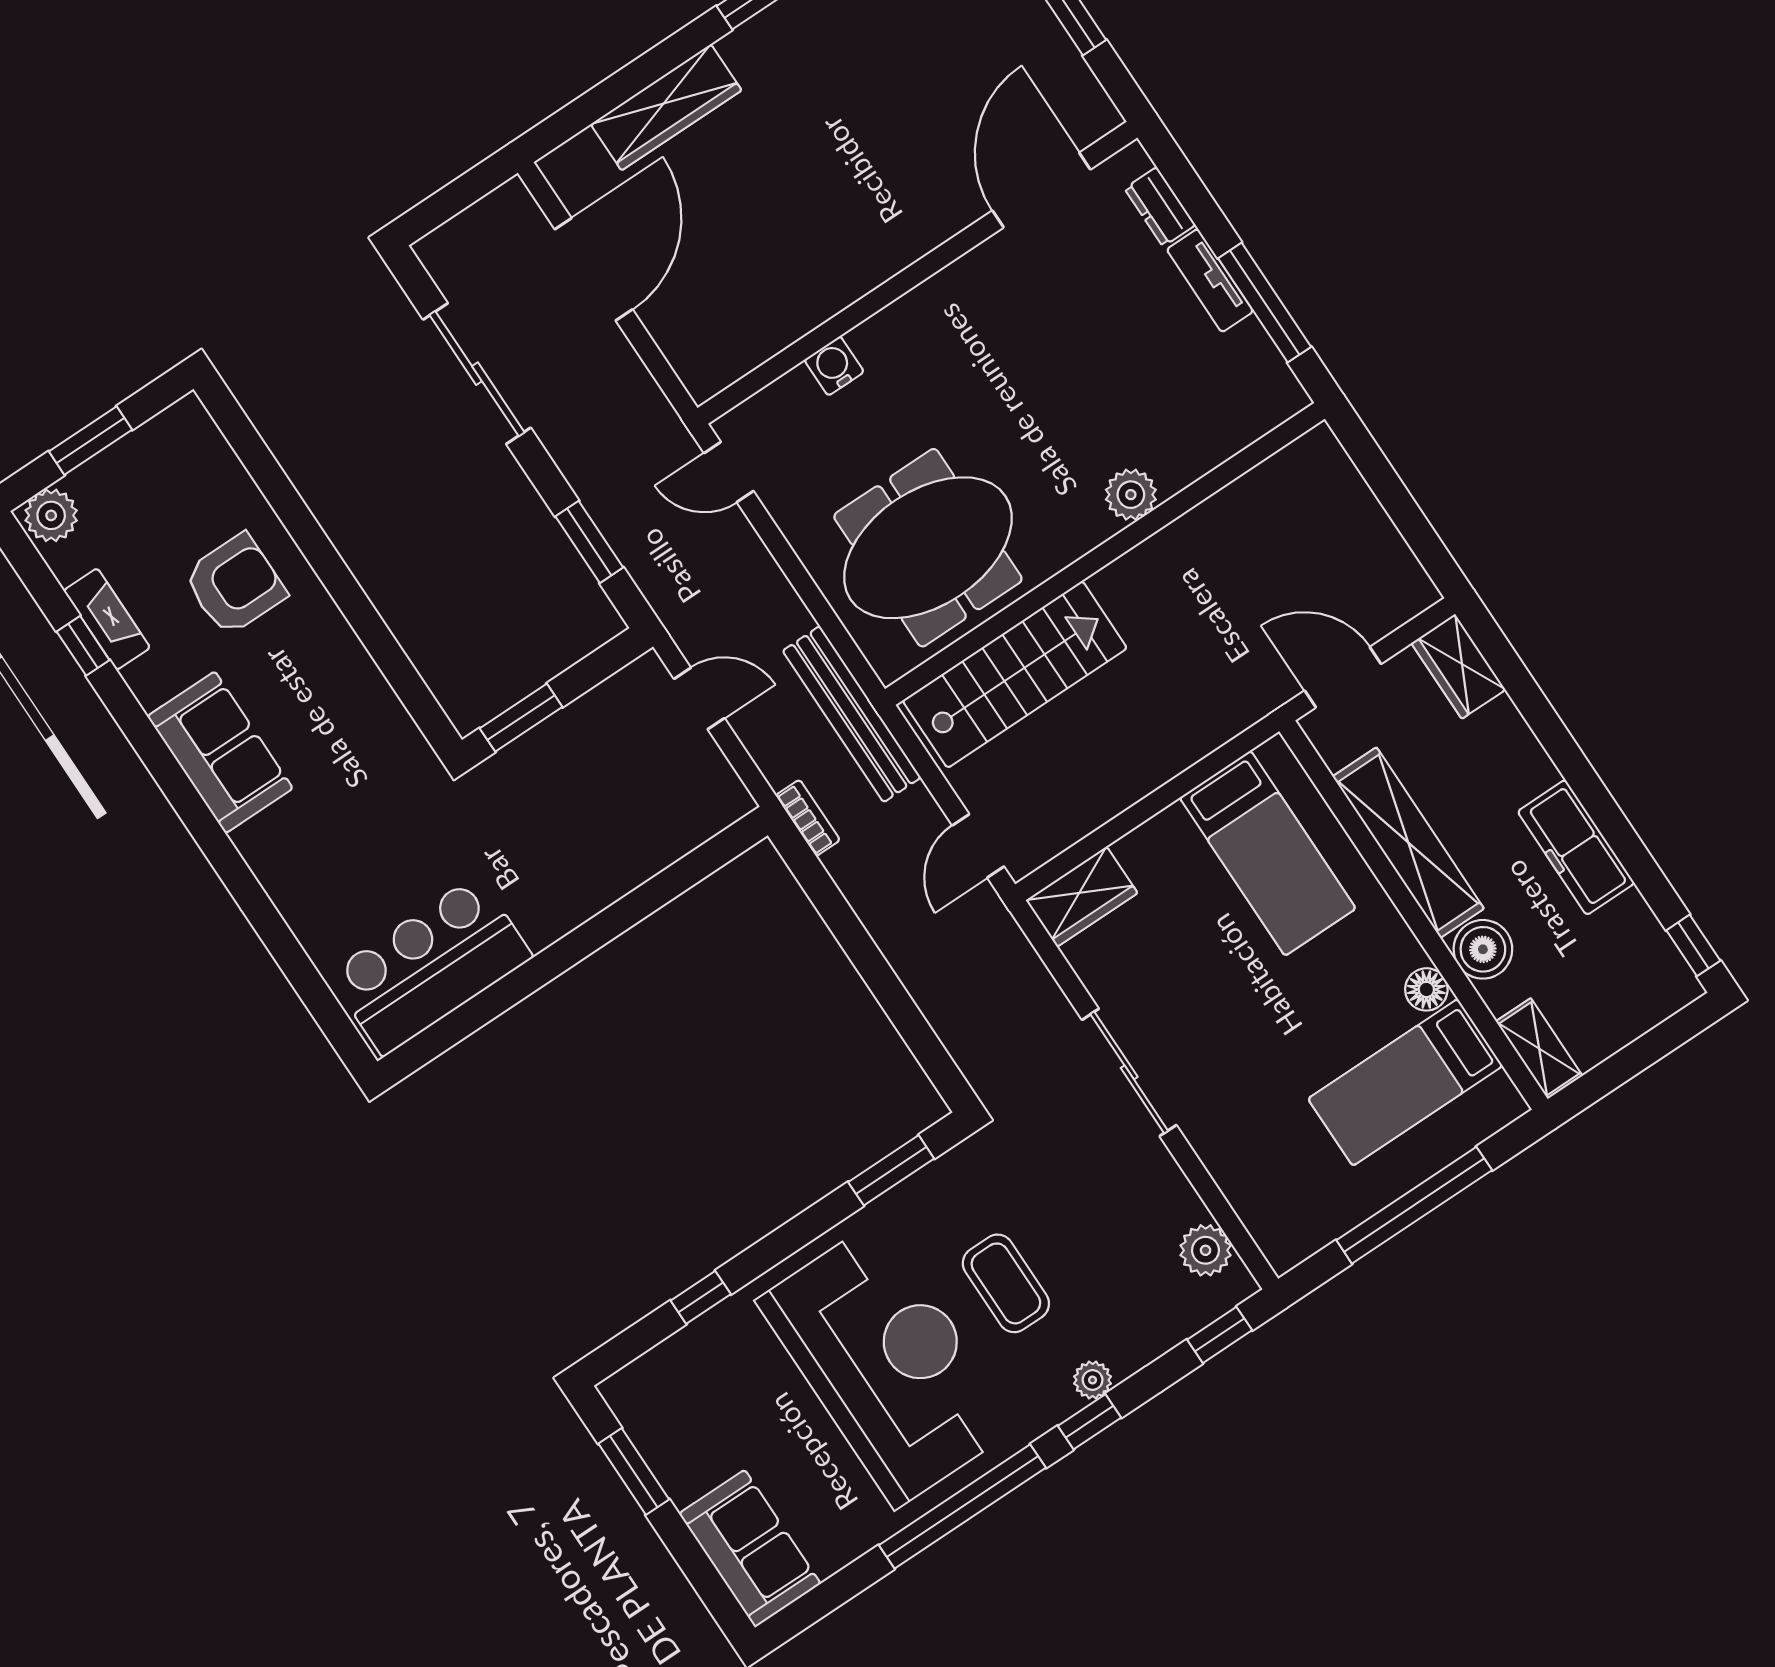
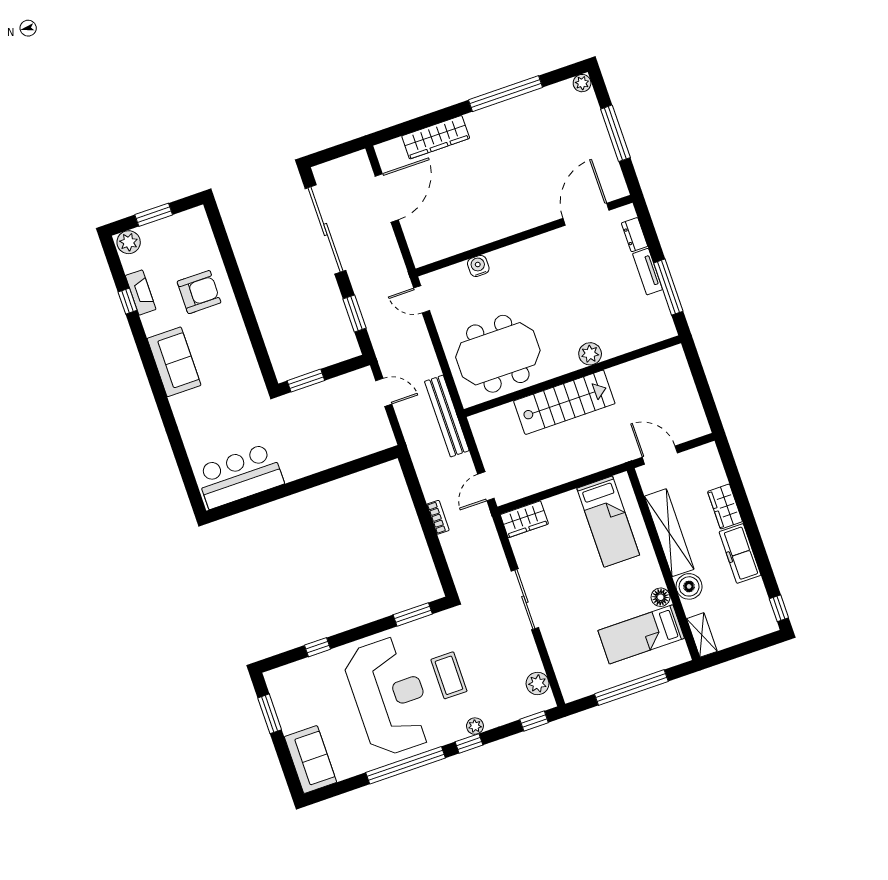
sliding door: (477, 374) -> (325, 229), width x1.36
wardrobe: (1458, 666) -> (725, 507), moved
stairs: (1015, 674) -> (564, 402), moved
bookcase: (808, 818) -> (438, 517), moved

